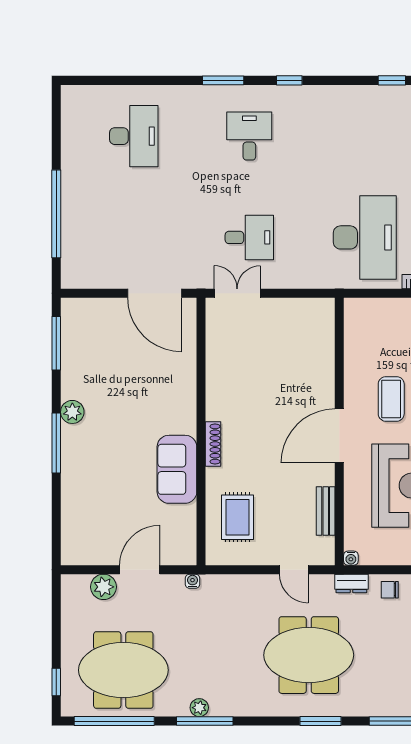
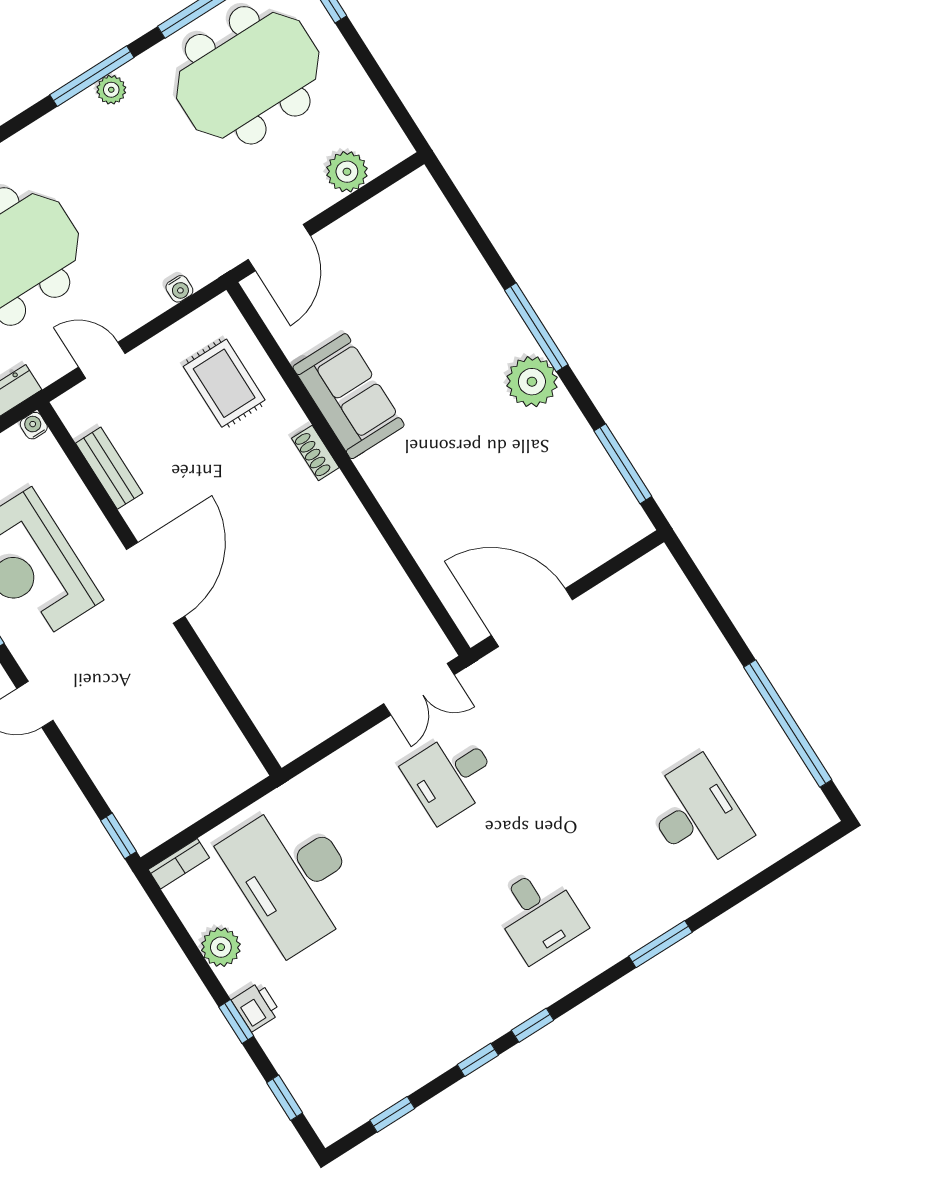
window: (223, 80) -> (660, 944), moved
window: (329, 80) -> (478, 1060), added
desk: (134, 136) -> (697, 814), turned 180
window: (56, 214) -> (788, 723), moved
coffee table: (391, 399) -> (117, 678), removed
plant: (72, 412) -> (532, 382), width x1.36, depth x1.36
shoe rack: (213, 444) -> (315, 453), width x0.70
door: (140, 570) -> (279, 248), moved
water cooler: (192, 581) -> (179, 289), moved

